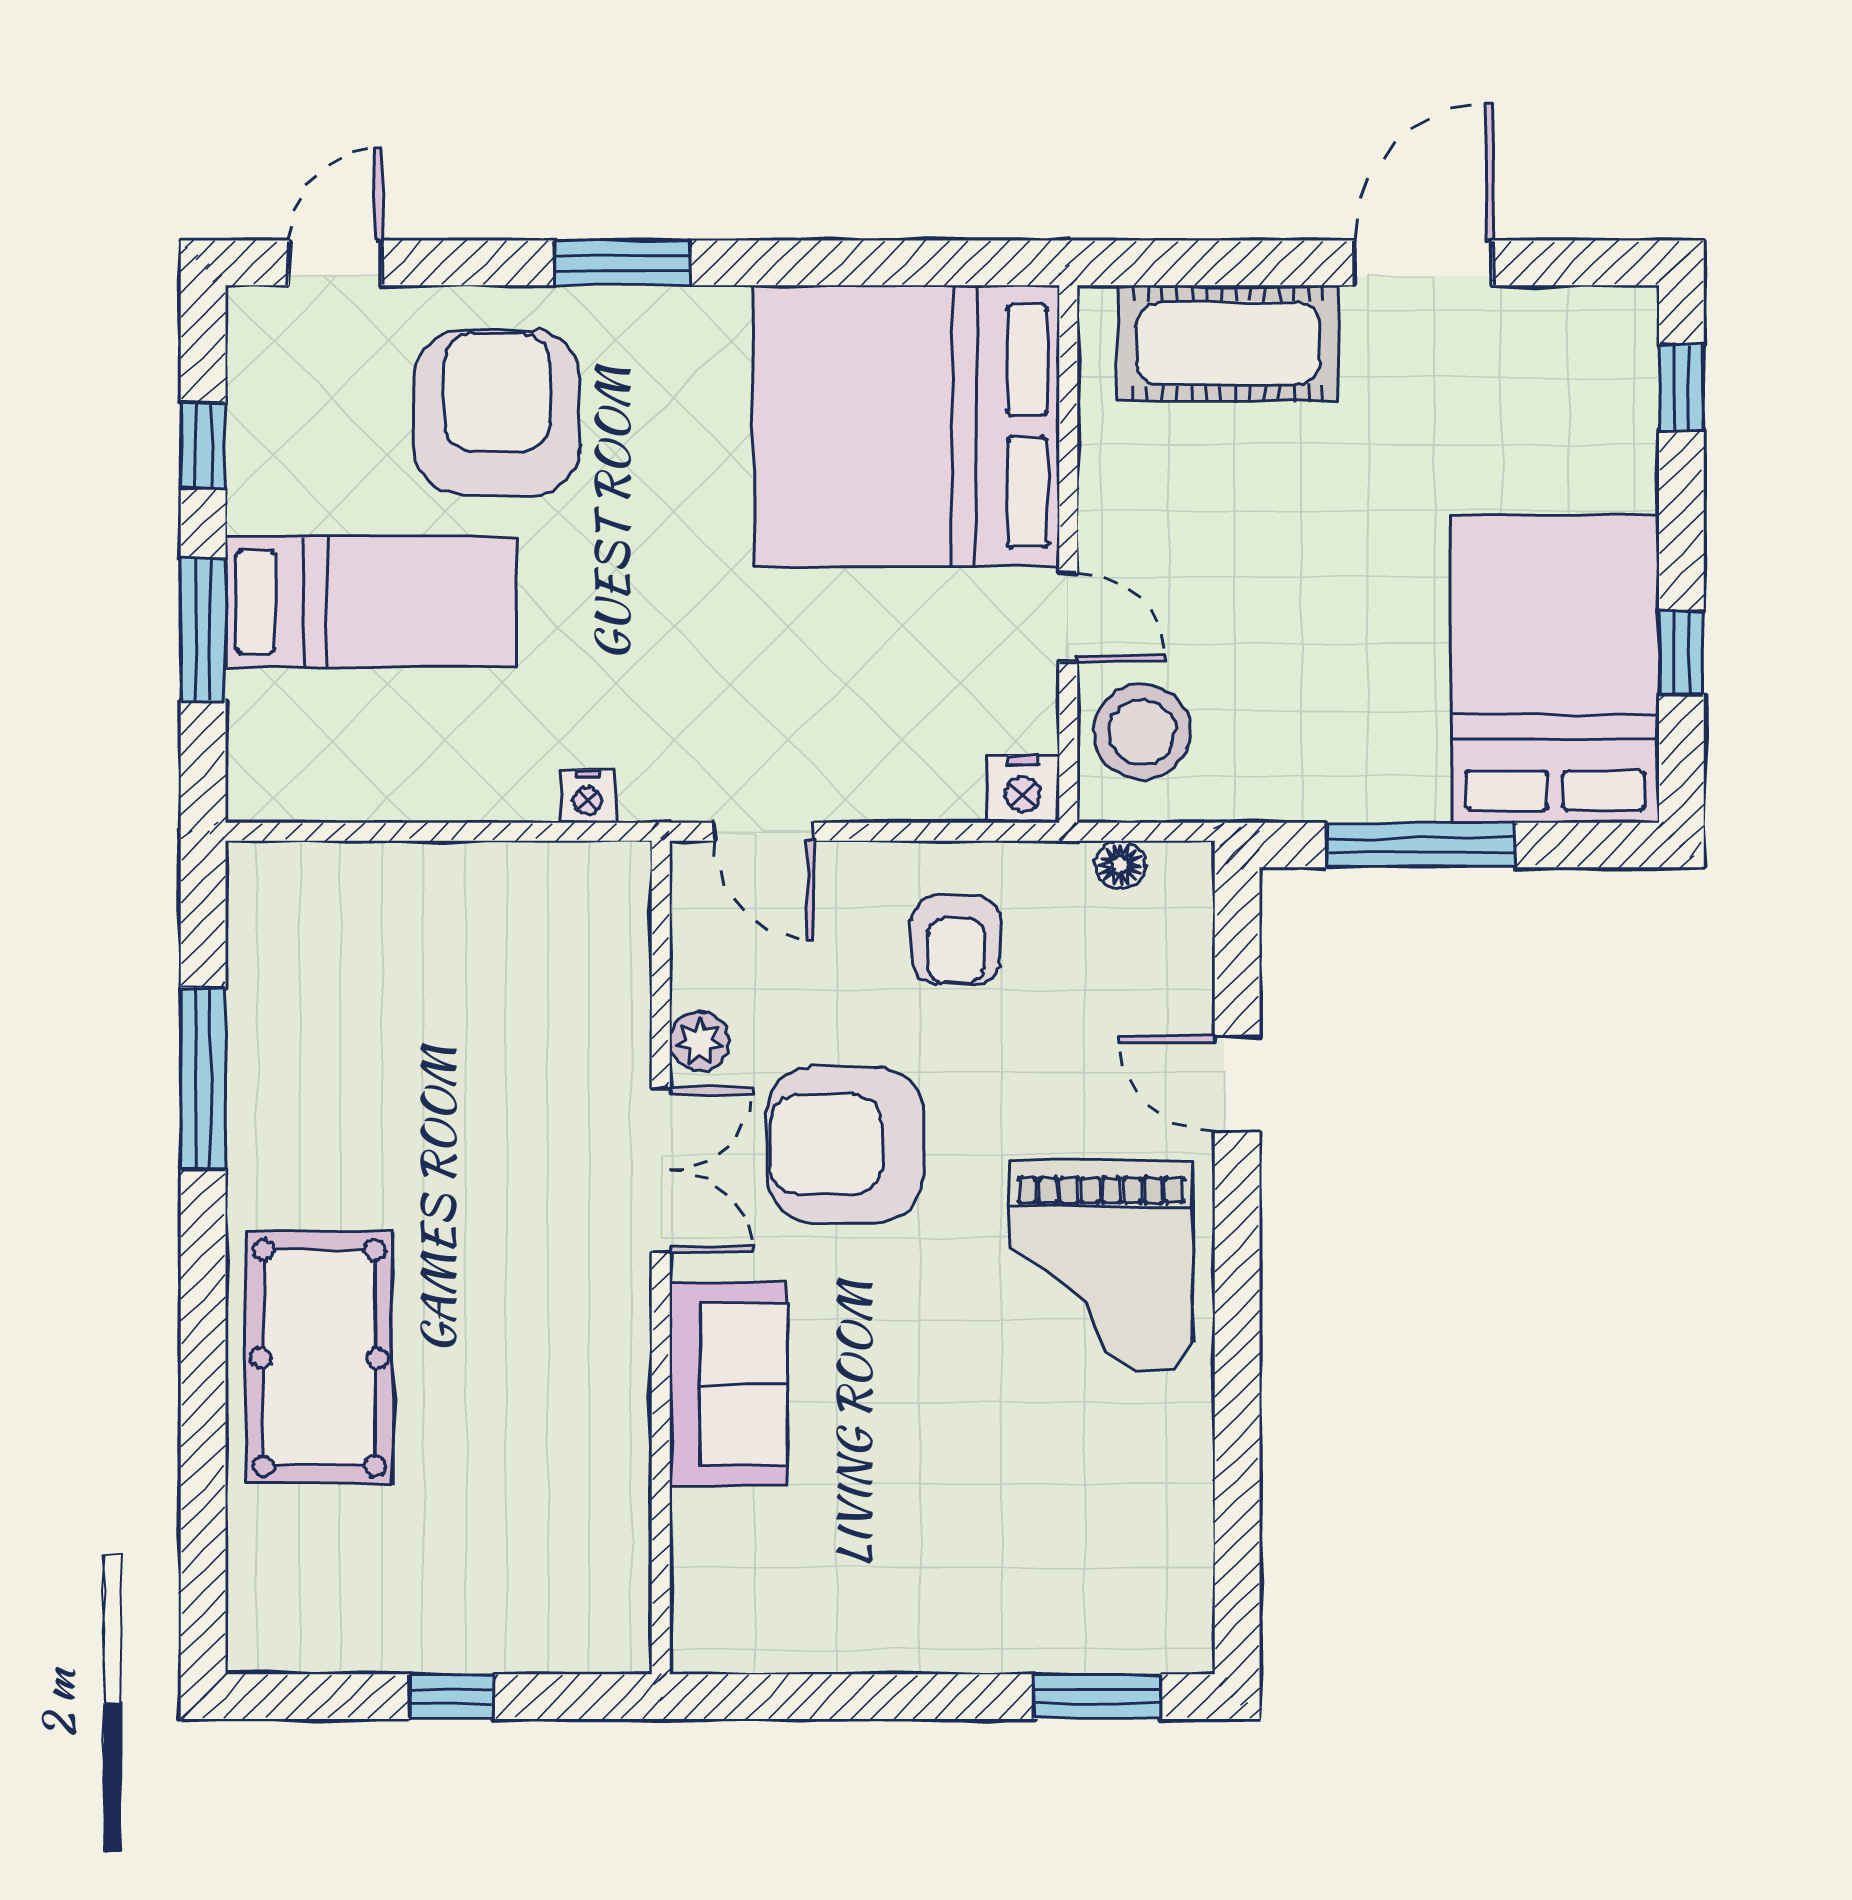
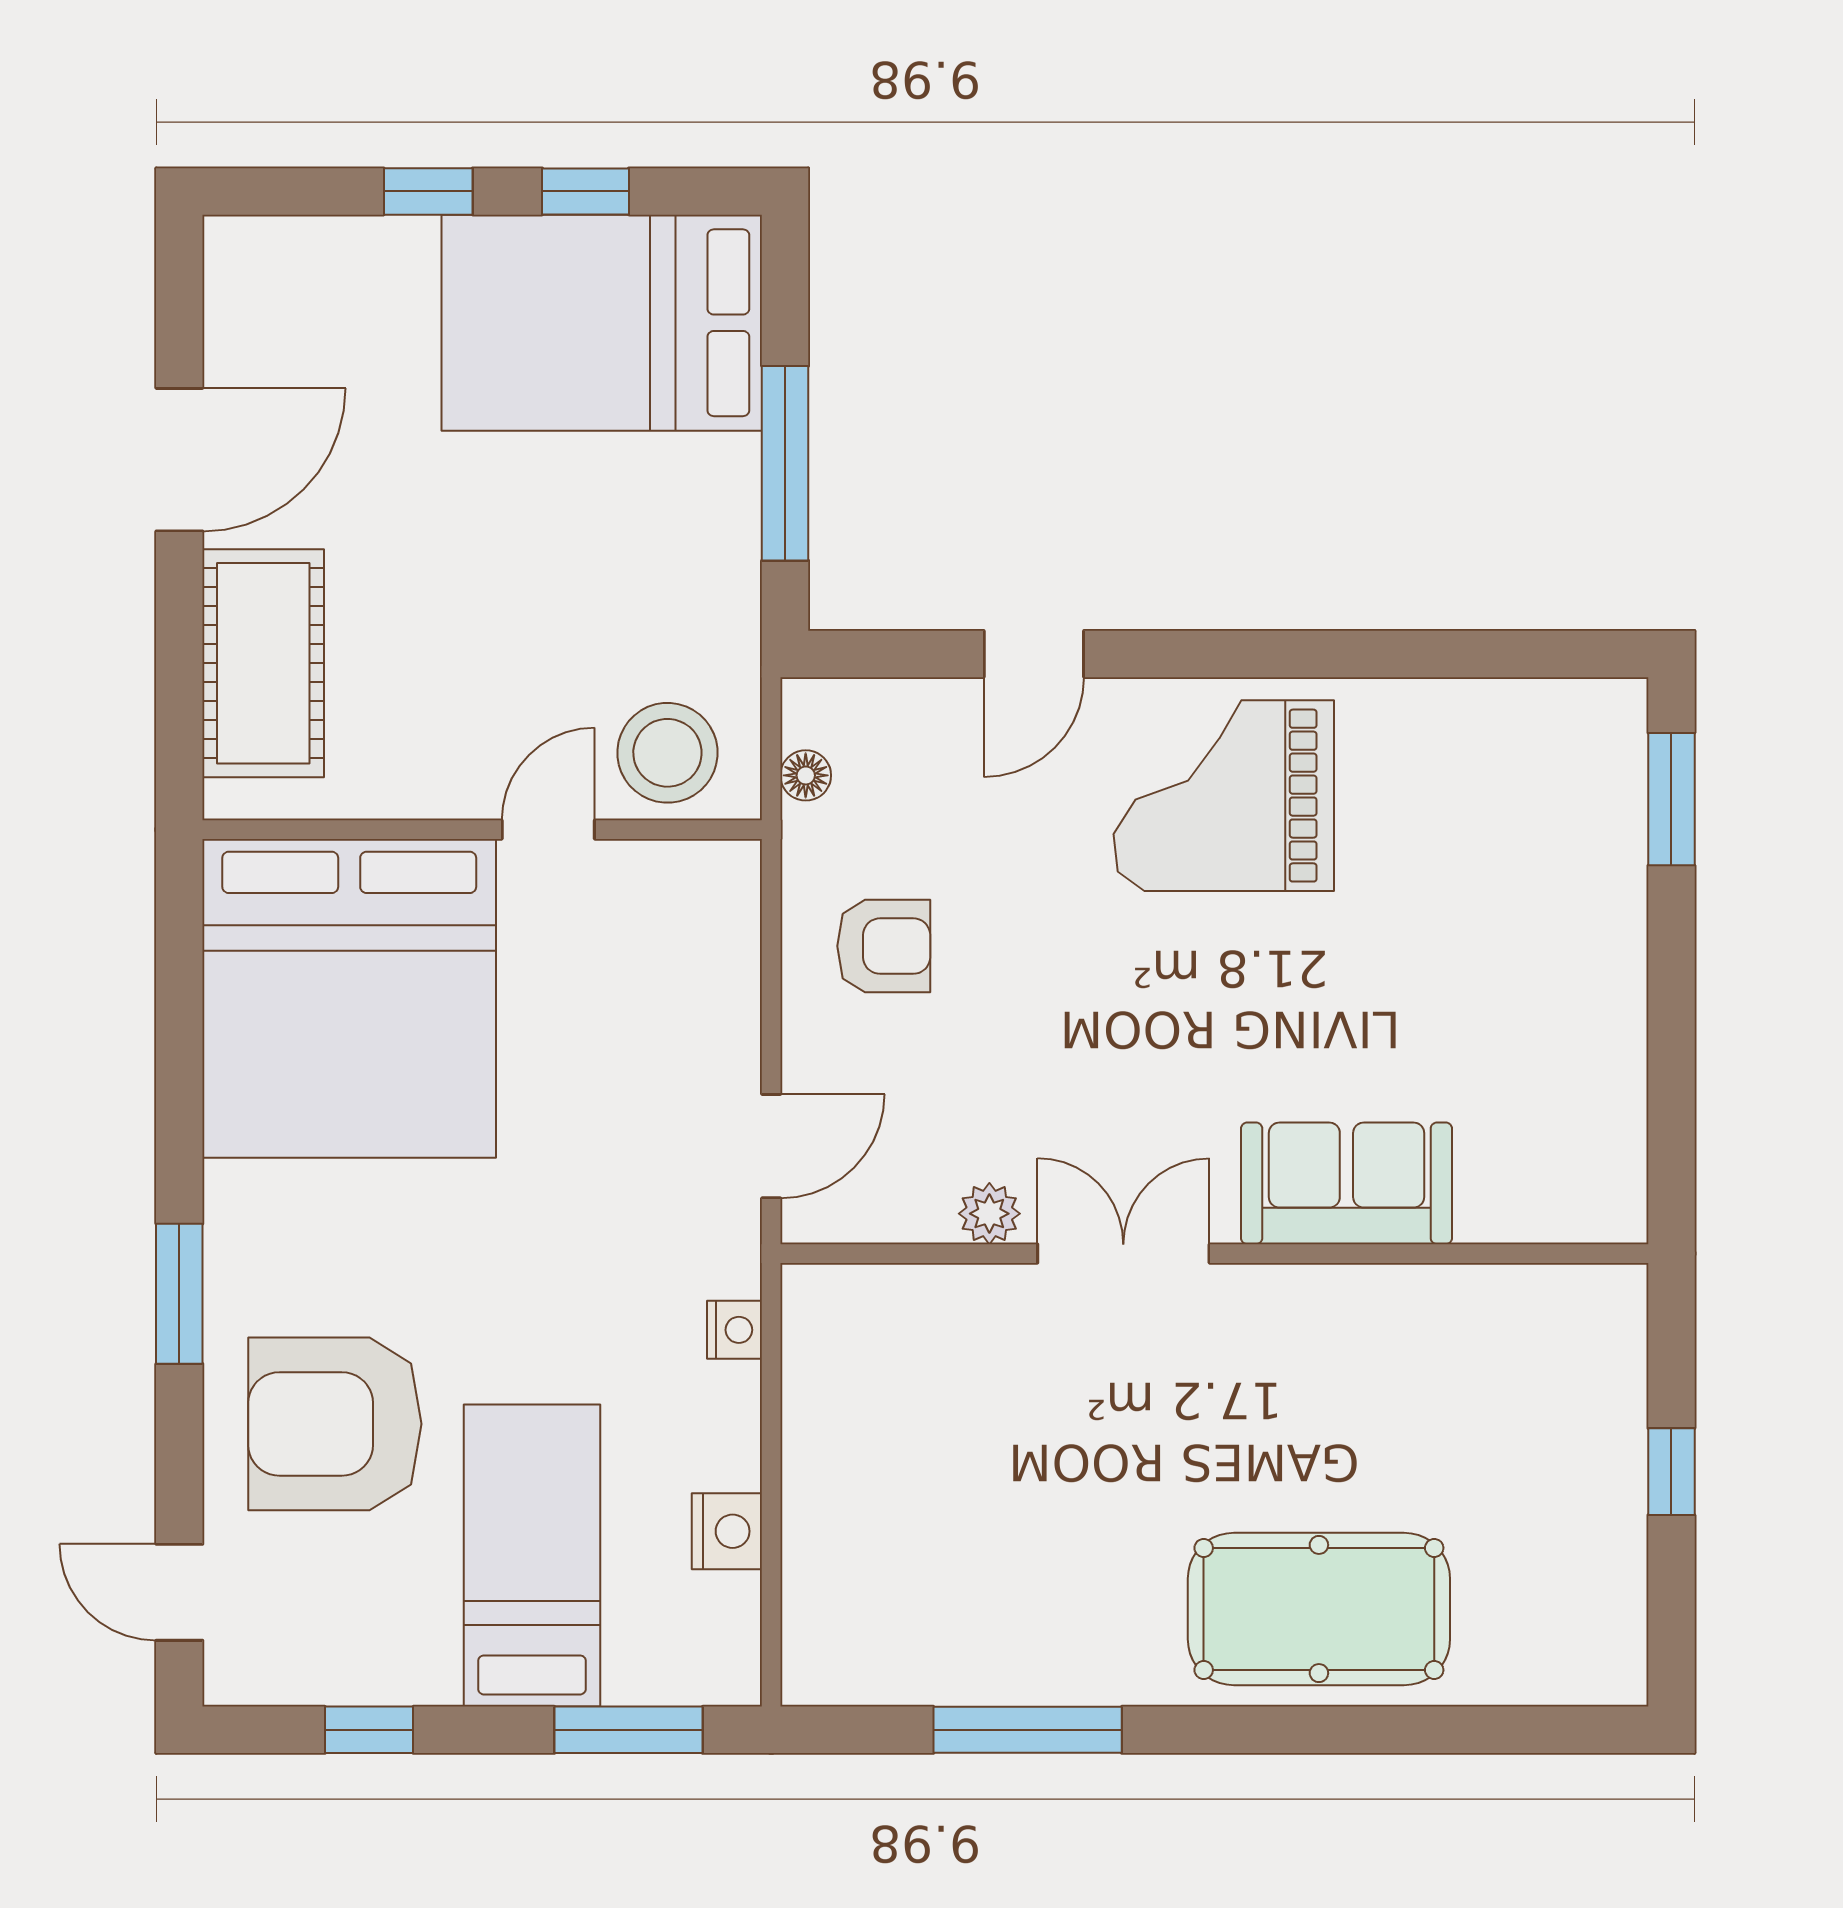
door: (1424, 263) -> (179, 460), swing flipped
window: (1681, 388) -> (428, 191), moved
window: (203, 629) -> (628, 1730), moved
nightstand: (1023, 789) -> (727, 1531), moved
armchair: (845, 1145) -> (1097, 1062), removed
grand piano: (1101, 1266) -> (1224, 796), turned 180

